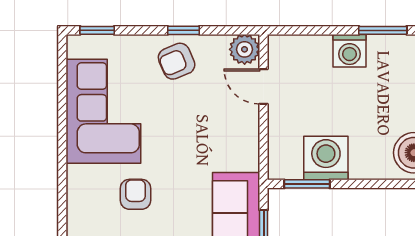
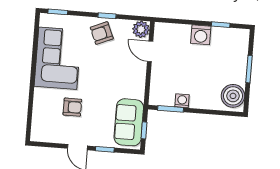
window: (383, 30) -> (221, 25), width x0.67
washing machine: (326, 158) -> (182, 101), width x0.53, depth x0.53
armchair: (136, 194) -> (72, 107), turned 90

